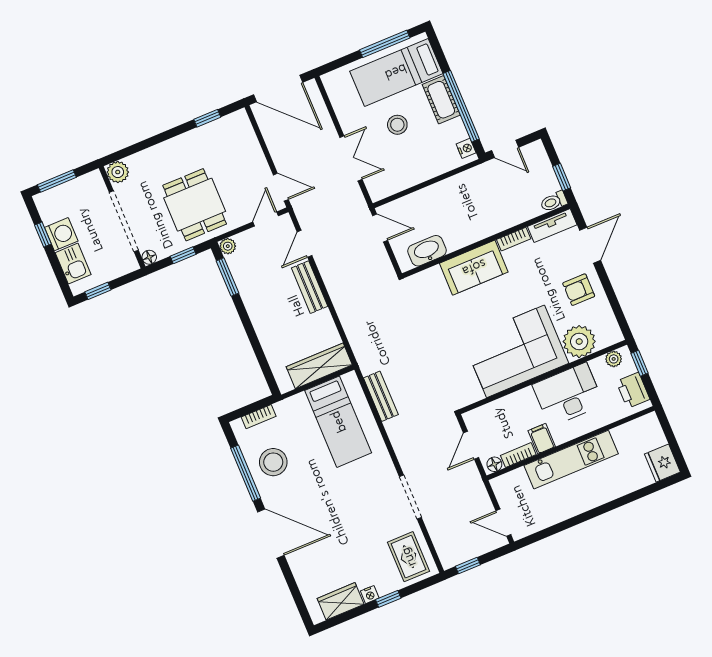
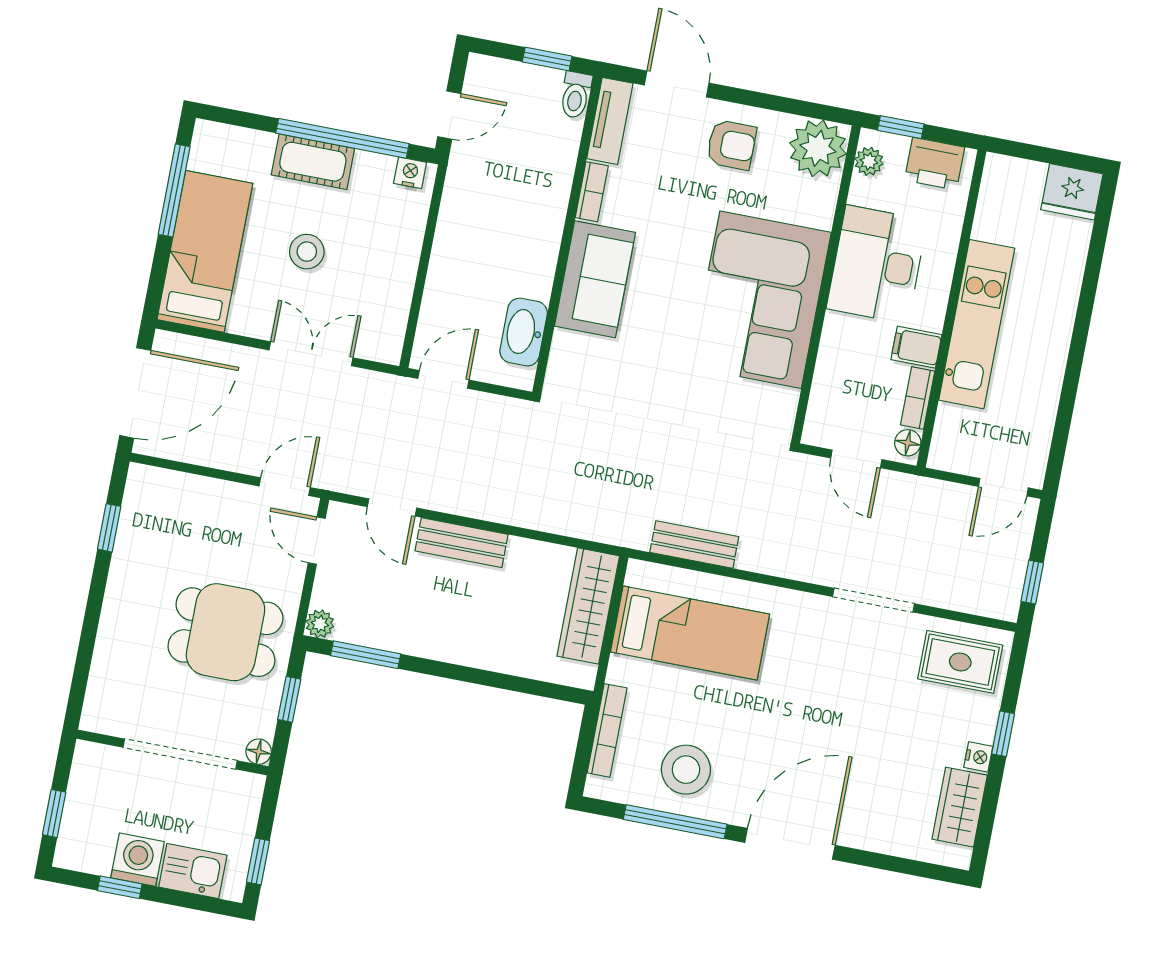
bed: (396, 72) -> (205, 251), moved, turned 180
plant: (118, 172) -> (101, 714), removed
window: (57, 181) -> (54, 813), width x0.67
armchair: (579, 290) -> (731, 145), turned -90
plant: (579, 342) -> (818, 148), moved
bookcase: (259, 417) -> (607, 730), width x1.56

